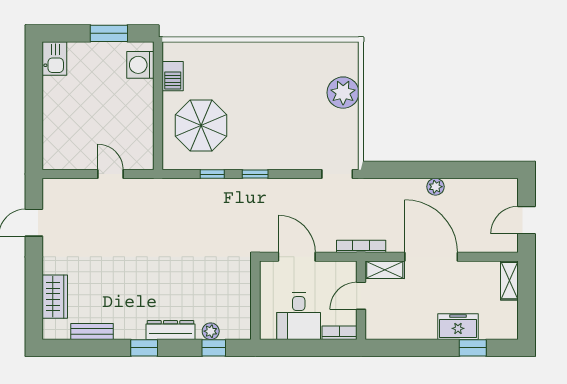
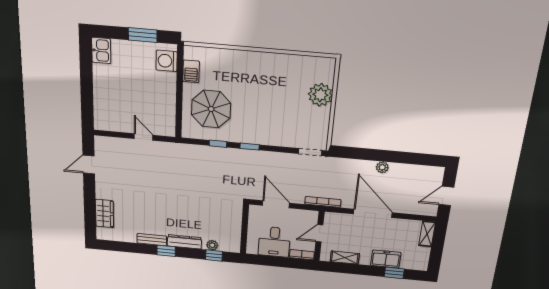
shelving: (385, 270) -> (345, 258), moved
bench: (92, 332) -> (152, 240), moved

